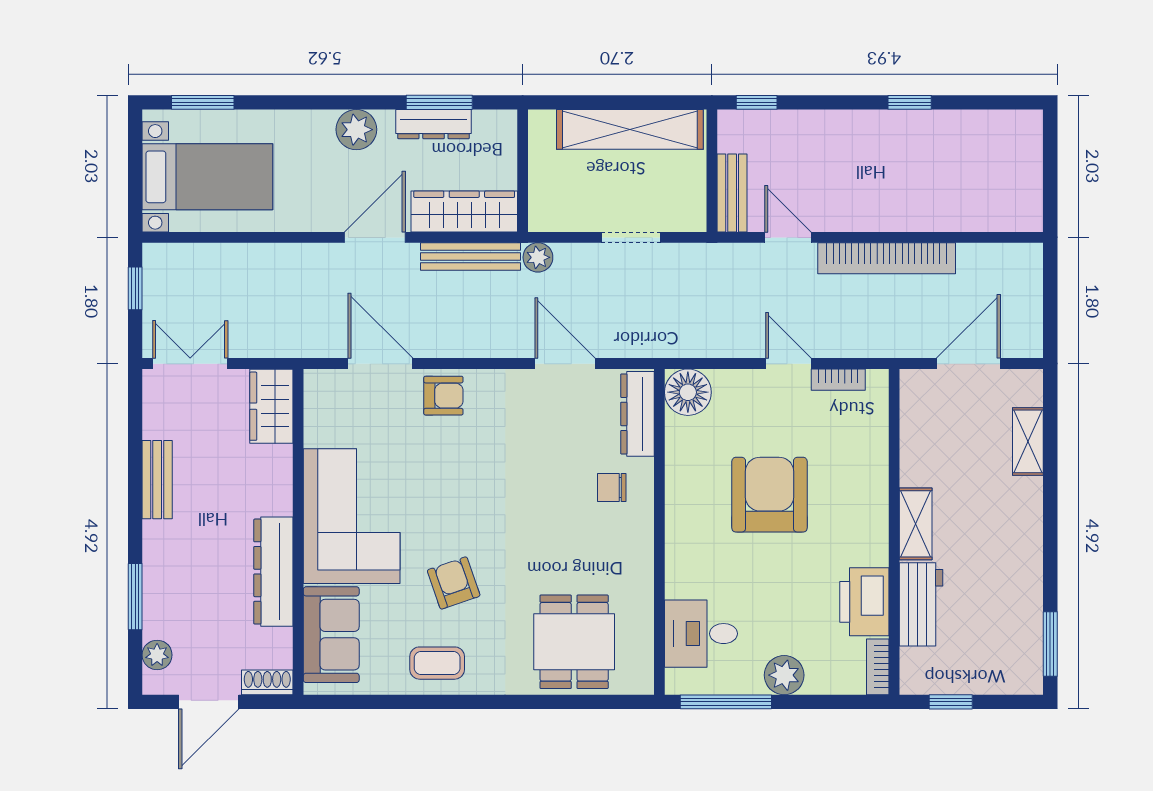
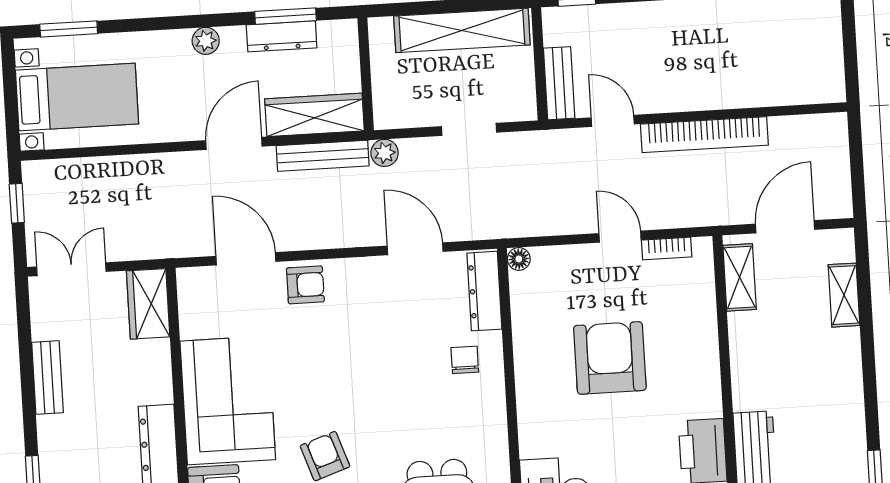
plant: (356, 130) -> (206, 41), width x0.73, depth x0.73
floor lamp: (688, 392) -> (519, 259), width x0.53, depth x0.53
chair: (612, 487) -> (465, 360), turned 90
shelving: (916, 524) -> (740, 277), moved

